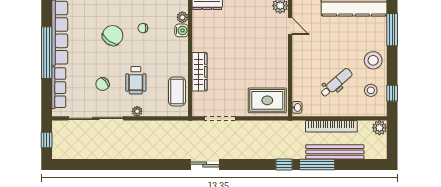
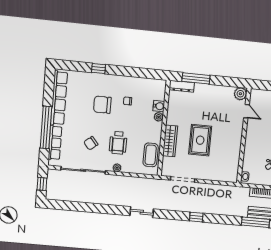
plant: (182, 17) -> (159, 117), moved
chair: (113, 35) -> (102, 105), turned -125
window: (47, 53) -> (46, 127), moved
rug: (267, 100) -> (200, 140), moved, turned 90
sliding door: (205, 164) -> (142, 212), moved
window: (284, 164) -> (196, 217), moved

